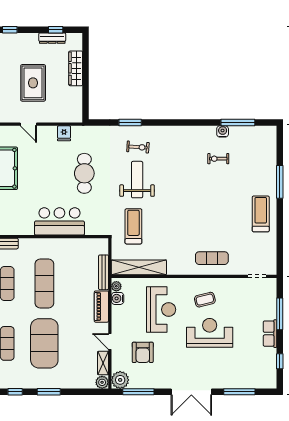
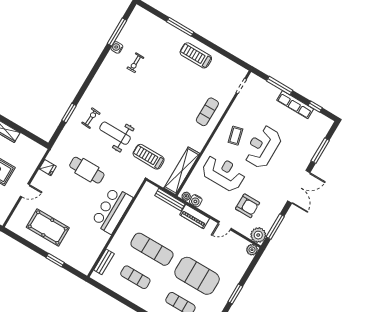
row of seats: (270, 334) -> (295, 105), width x1.48
shelving: (103, 363) -> (238, 240), removed

